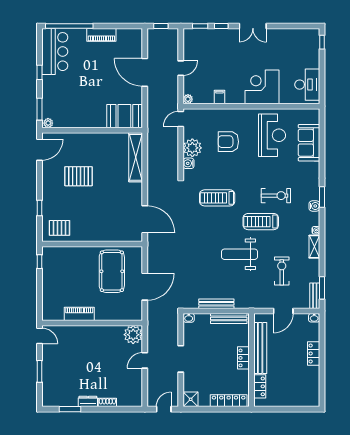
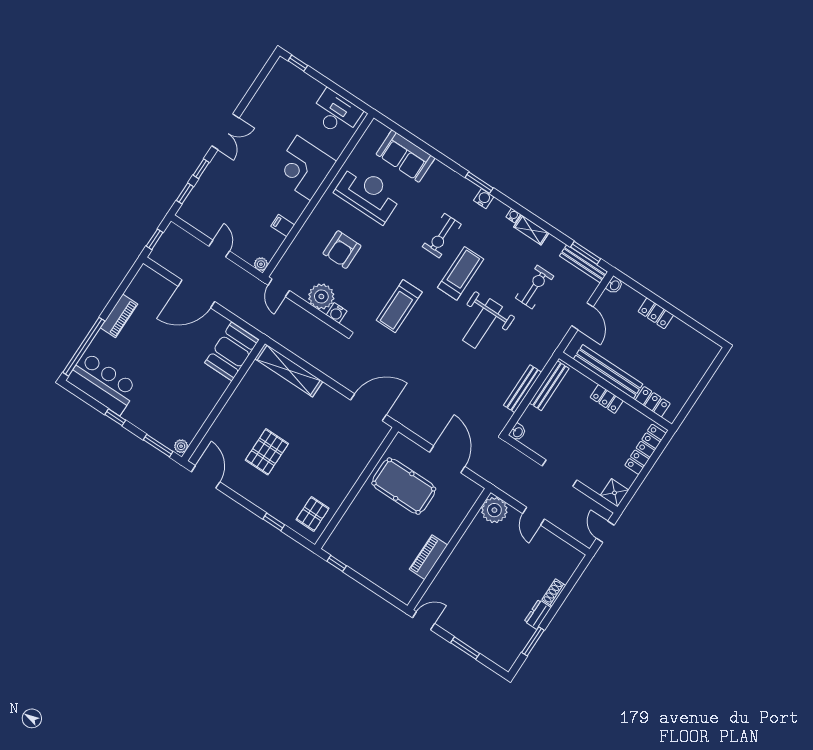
exercise bike: (276, 196) -> (442, 236), turned 180
treadmill: (261, 222) -> (461, 273), turned 180
exercise bike: (282, 271) -> (535, 287), turned 90
bench: (315, 296) -> (584, 264), width x1.36

